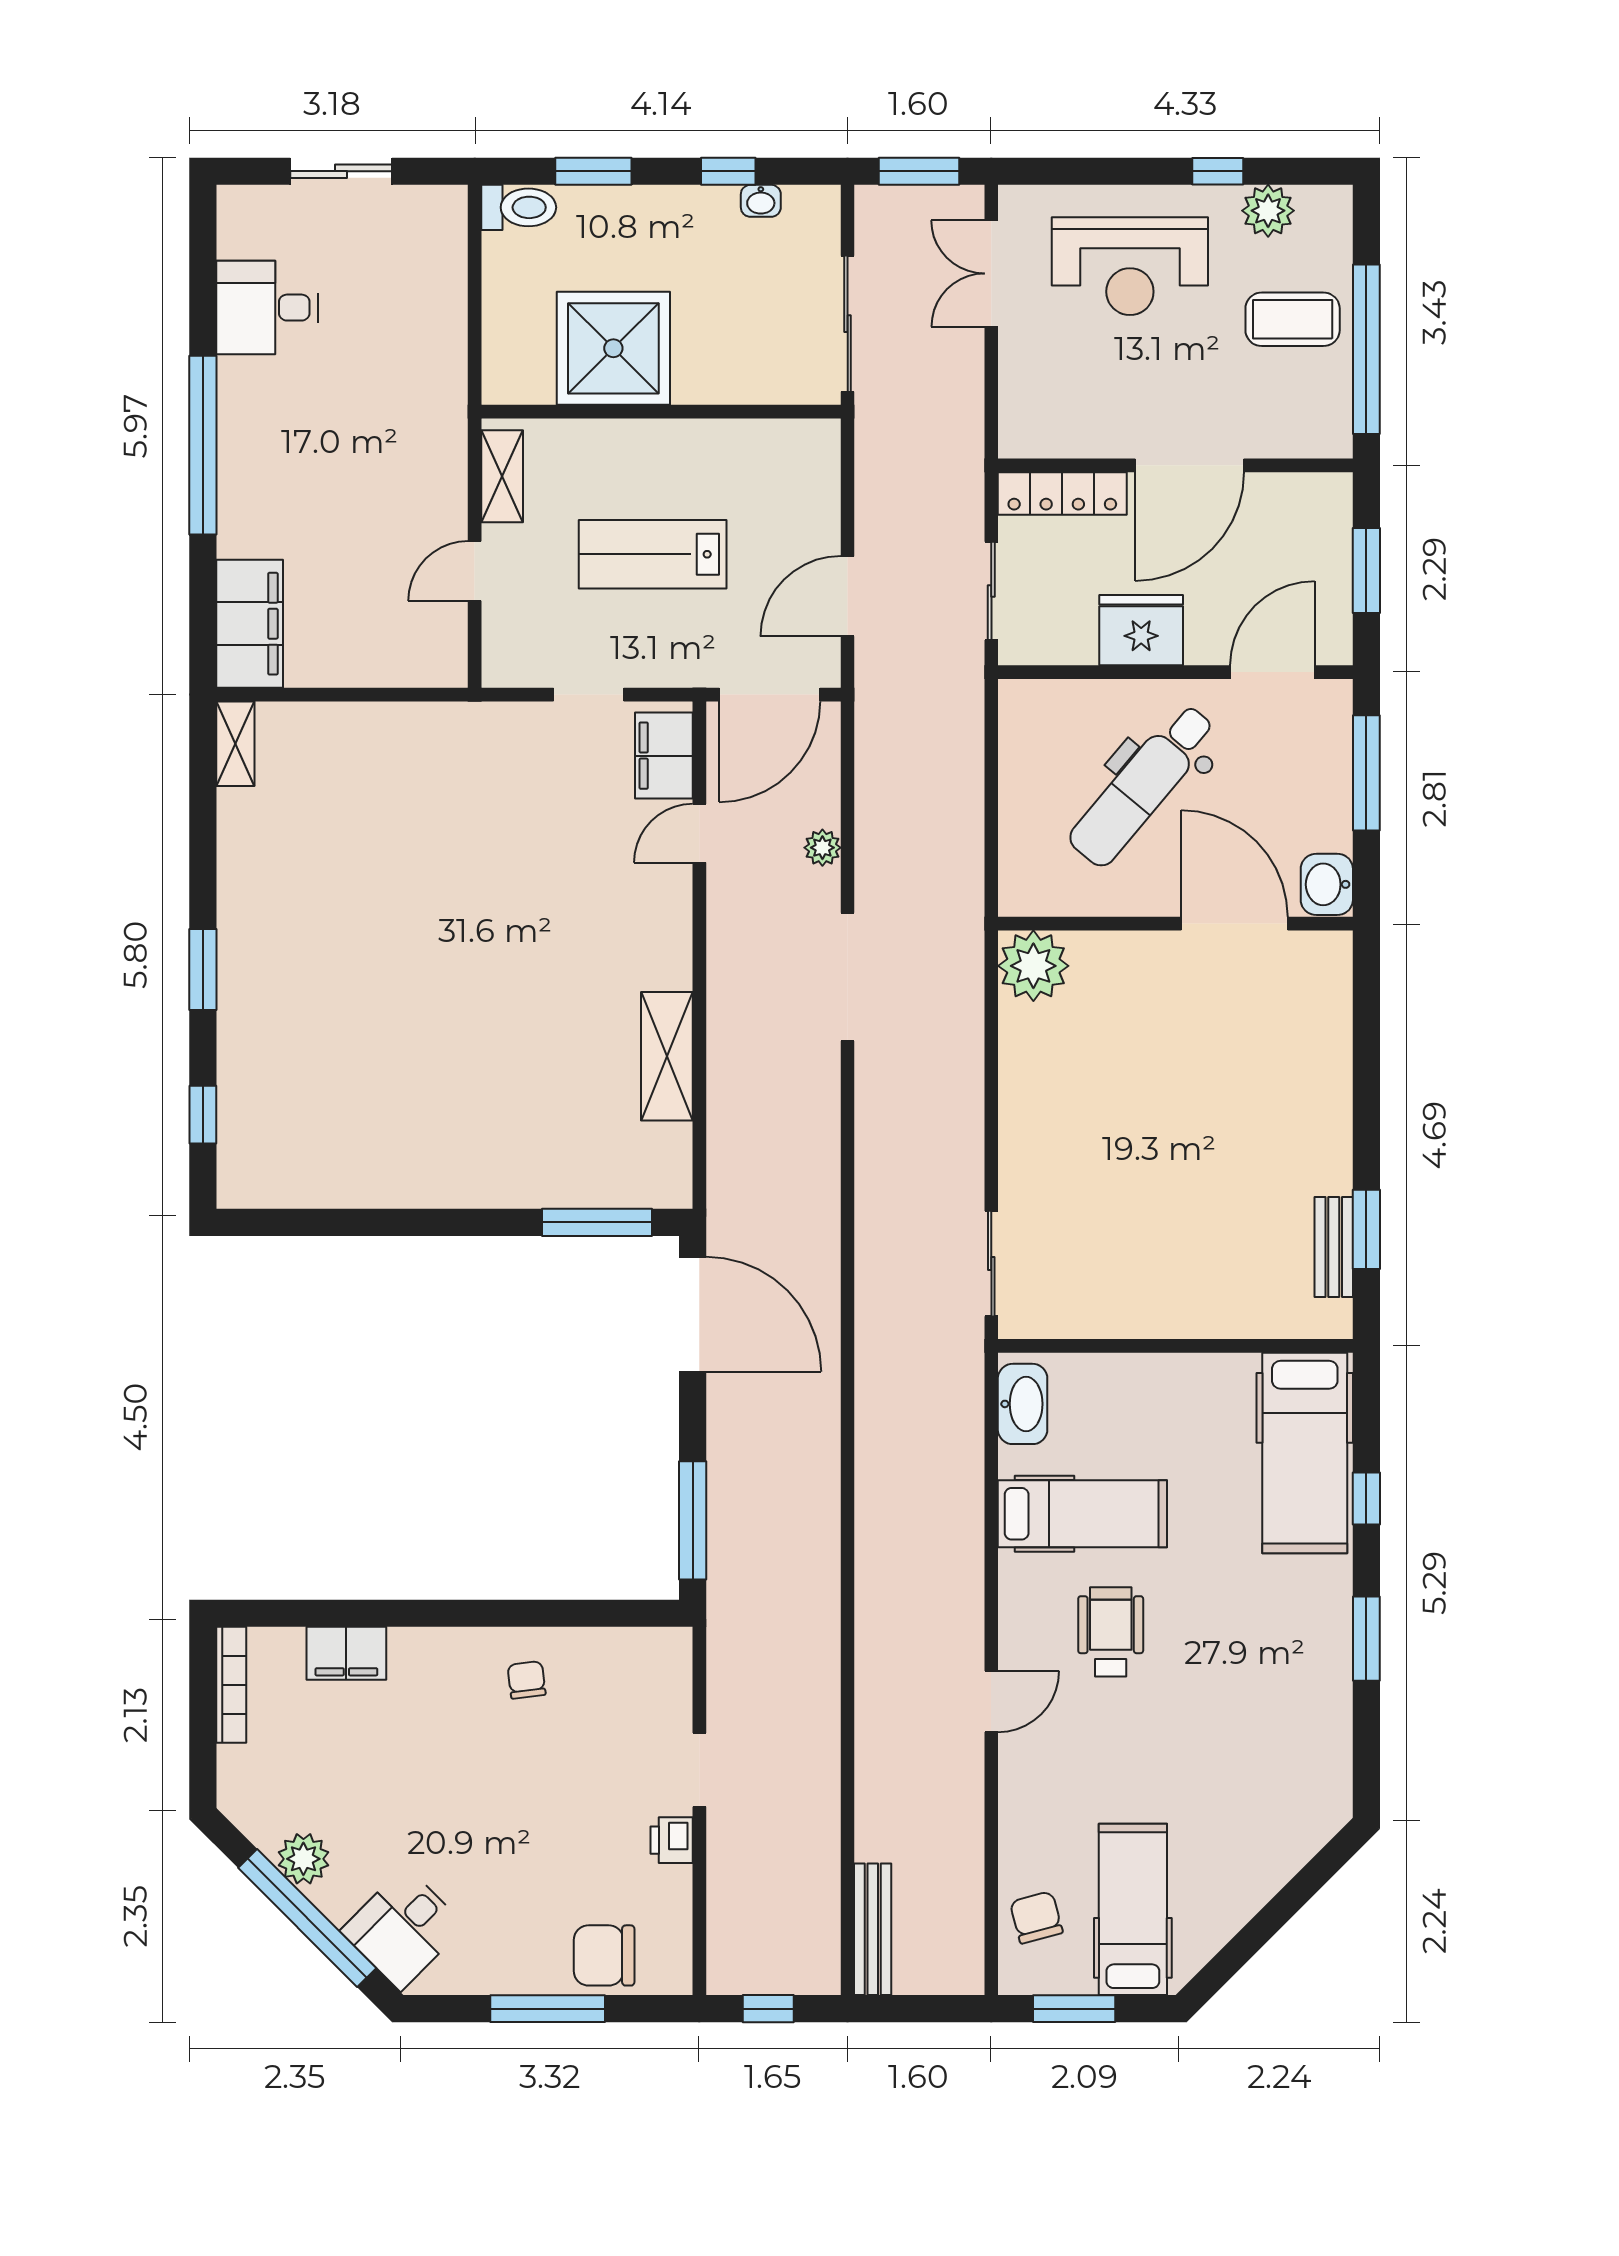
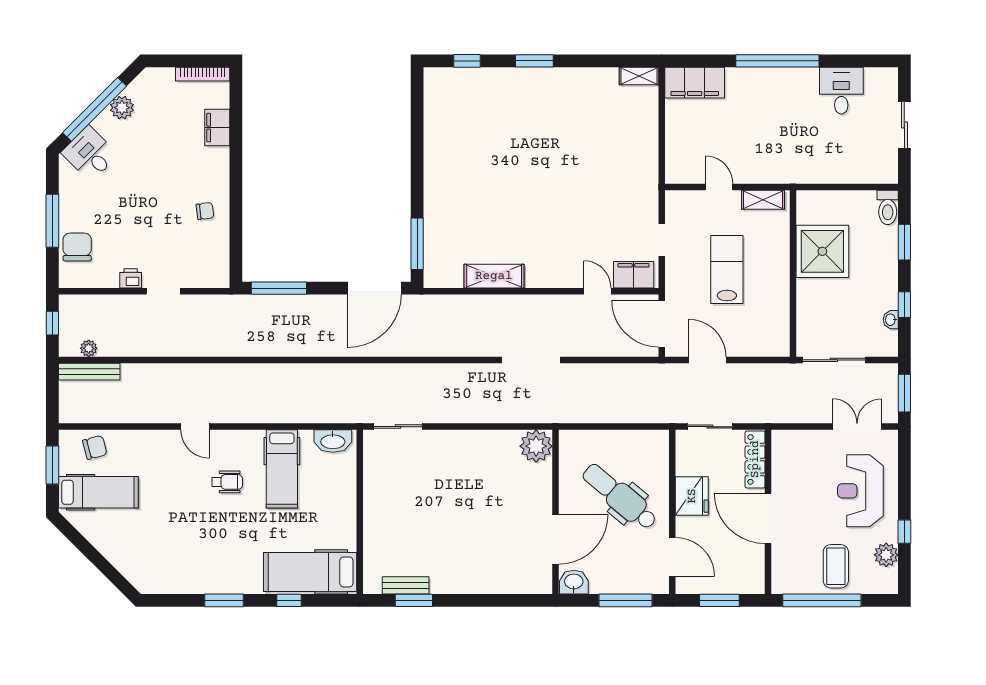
plant: (822, 848) -> (89, 348), moved
wheelchair: (1111, 1632) -> (227, 482), width x0.73, depth x0.73

